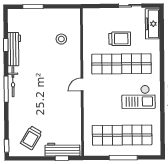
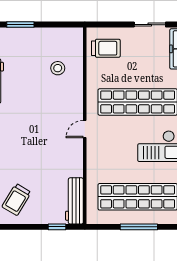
trolley: (120, 39) -> (106, 48), moved
workbench: (62, 149) -> (74, 201), moved, turned -90

